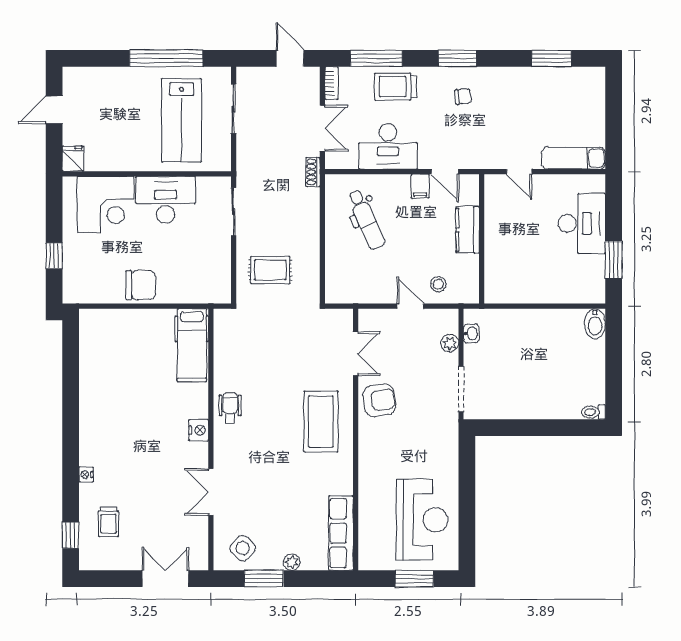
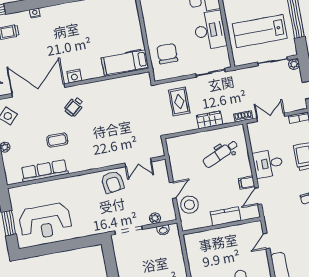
plant: (245, 75) -> (294, 64), added
double door: (322, 128) -> (271, 117), swing flipped
desk: (388, 146) -> (268, 164), width x0.73
wardrobe: (309, 227) -> (210, 120), added
stool: (438, 284) -> (189, 205), width x1.89, depth x1.89
chair: (141, 285) -> (167, 54), moved, turned 180
wheelchair: (230, 408) -> (74, 107), moved, turned 140
coffee table: (321, 422) -> (57, 140), moved, width x0.54, depth x0.58
double door: (211, 492) -> (38, 90), width x1.87
row of seats: (341, 533) -> (44, 171), moved

